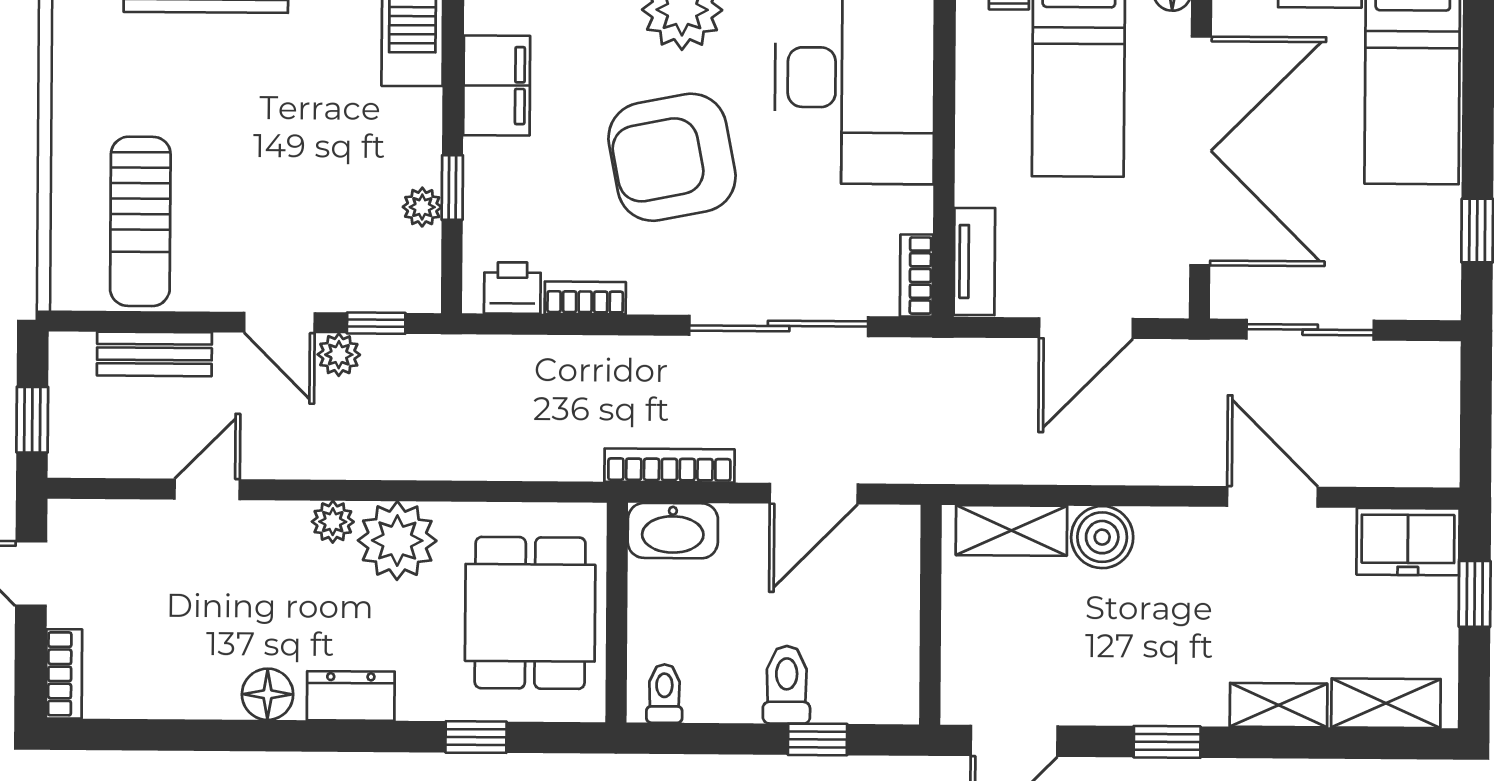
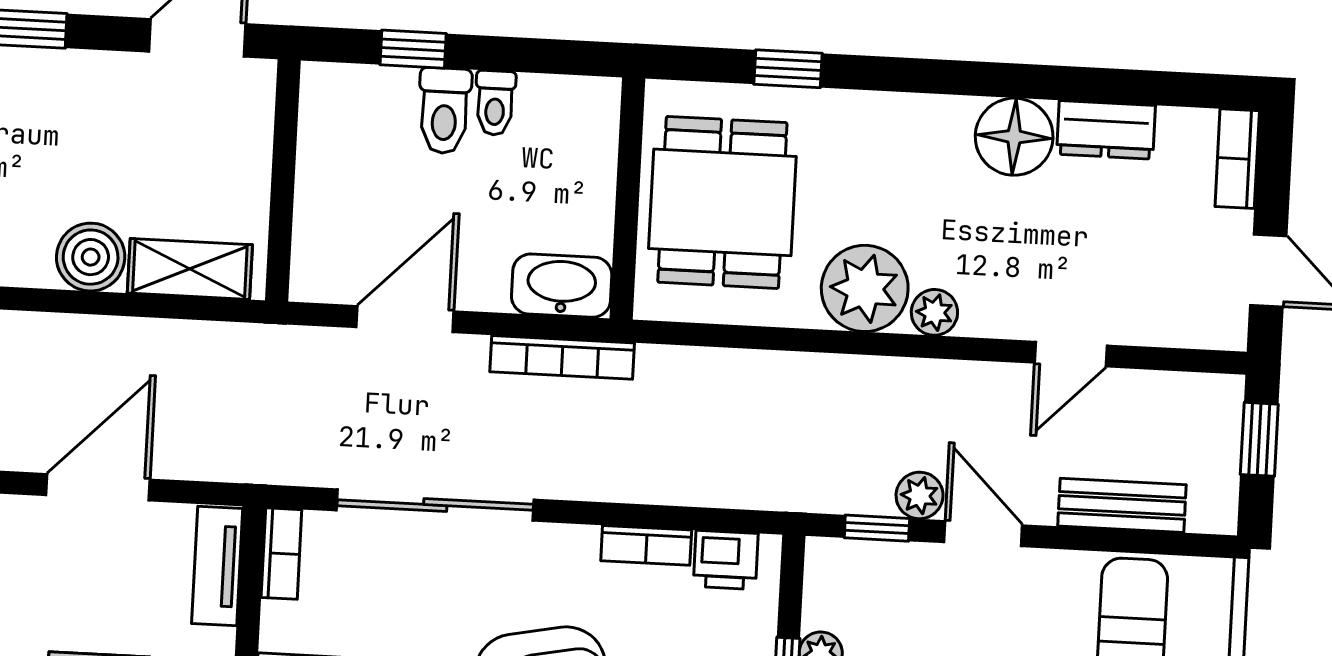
toilet: (664, 693) -> (495, 103), moved
floor lamp: (268, 694) -> (1014, 137), width x1.38, depth x1.38
dresser: (351, 696) -> (1106, 130), moved

